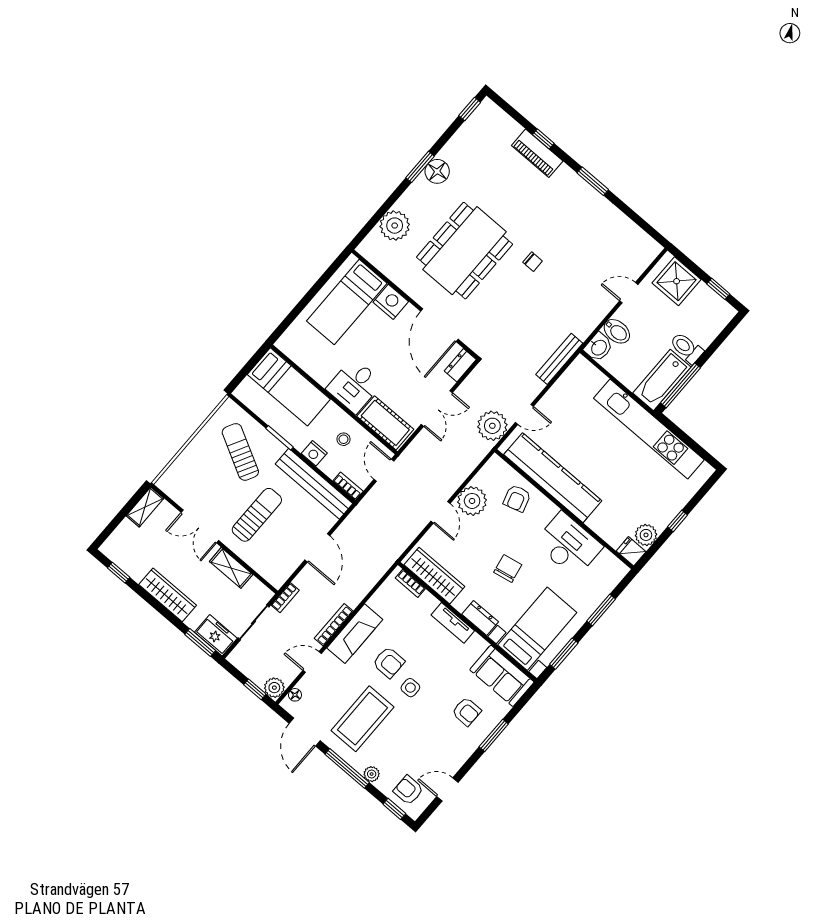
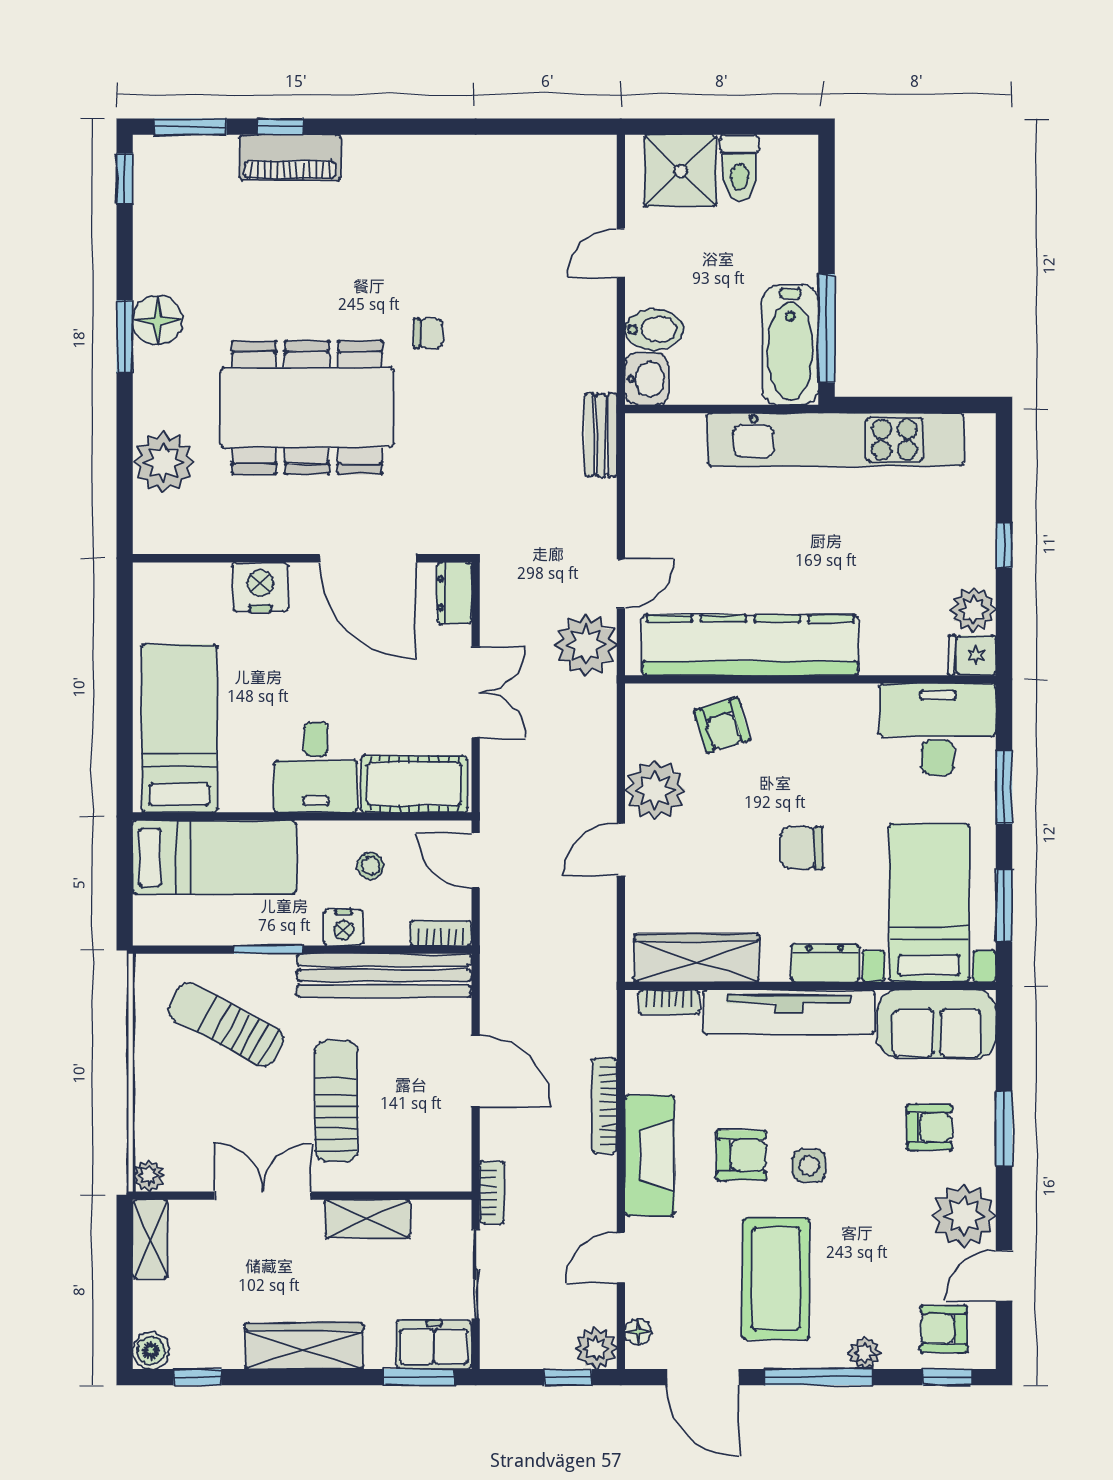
window: (593, 181) -> (190, 127), moved
dining table: (465, 251) -> (307, 408), turned 90
window: (718, 289) -> (756, 127), removed
bed: (347, 302) -> (179, 728), moved, turned 180
toilet: (686, 348) -> (740, 168), moved, turned -90
bench: (559, 359) -> (601, 435), width x0.73
plant: (164, 483) -> (148, 1176), added
door: (441, 512) -> (621, 850), swing flipped
double door: (200, 526) -> (263, 1196), swing flipped
desk: (568, 545) -> (938, 729), moved
boiler: (110, 548) -> (151, 1351), added
chair: (508, 568) -> (802, 848), turned -79
tv unit: (453, 623) -> (789, 1012), width x1.92, depth x1.29
bookcase: (334, 625) -> (605, 1106), moved
plant: (451, 755) -> (964, 1216), added

